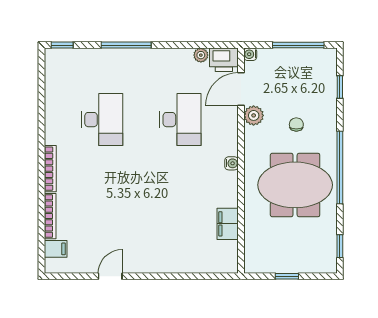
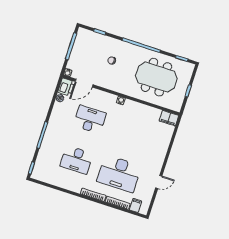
door: (241, 89) -> (84, 83), hinge flipped
plant: (254, 115) -> (100, 81), removed
desk: (102, 120) -> (77, 160), turned 180
meeting table: (295, 185) -> (156, 77), moved, turned 90
desk: (102, 202) -> (119, 174), added
filing cabinet: (228, 224) -> (169, 118), moved
door: (110, 276) -> (159, 182), swing flipped

